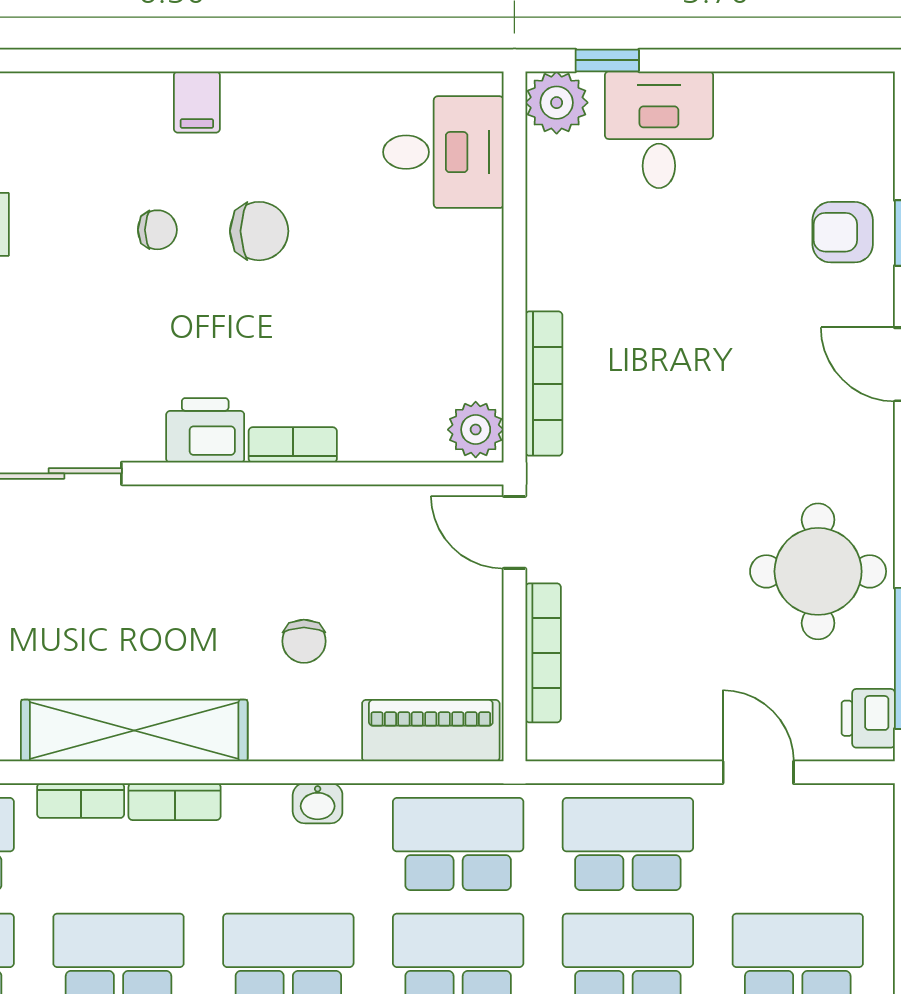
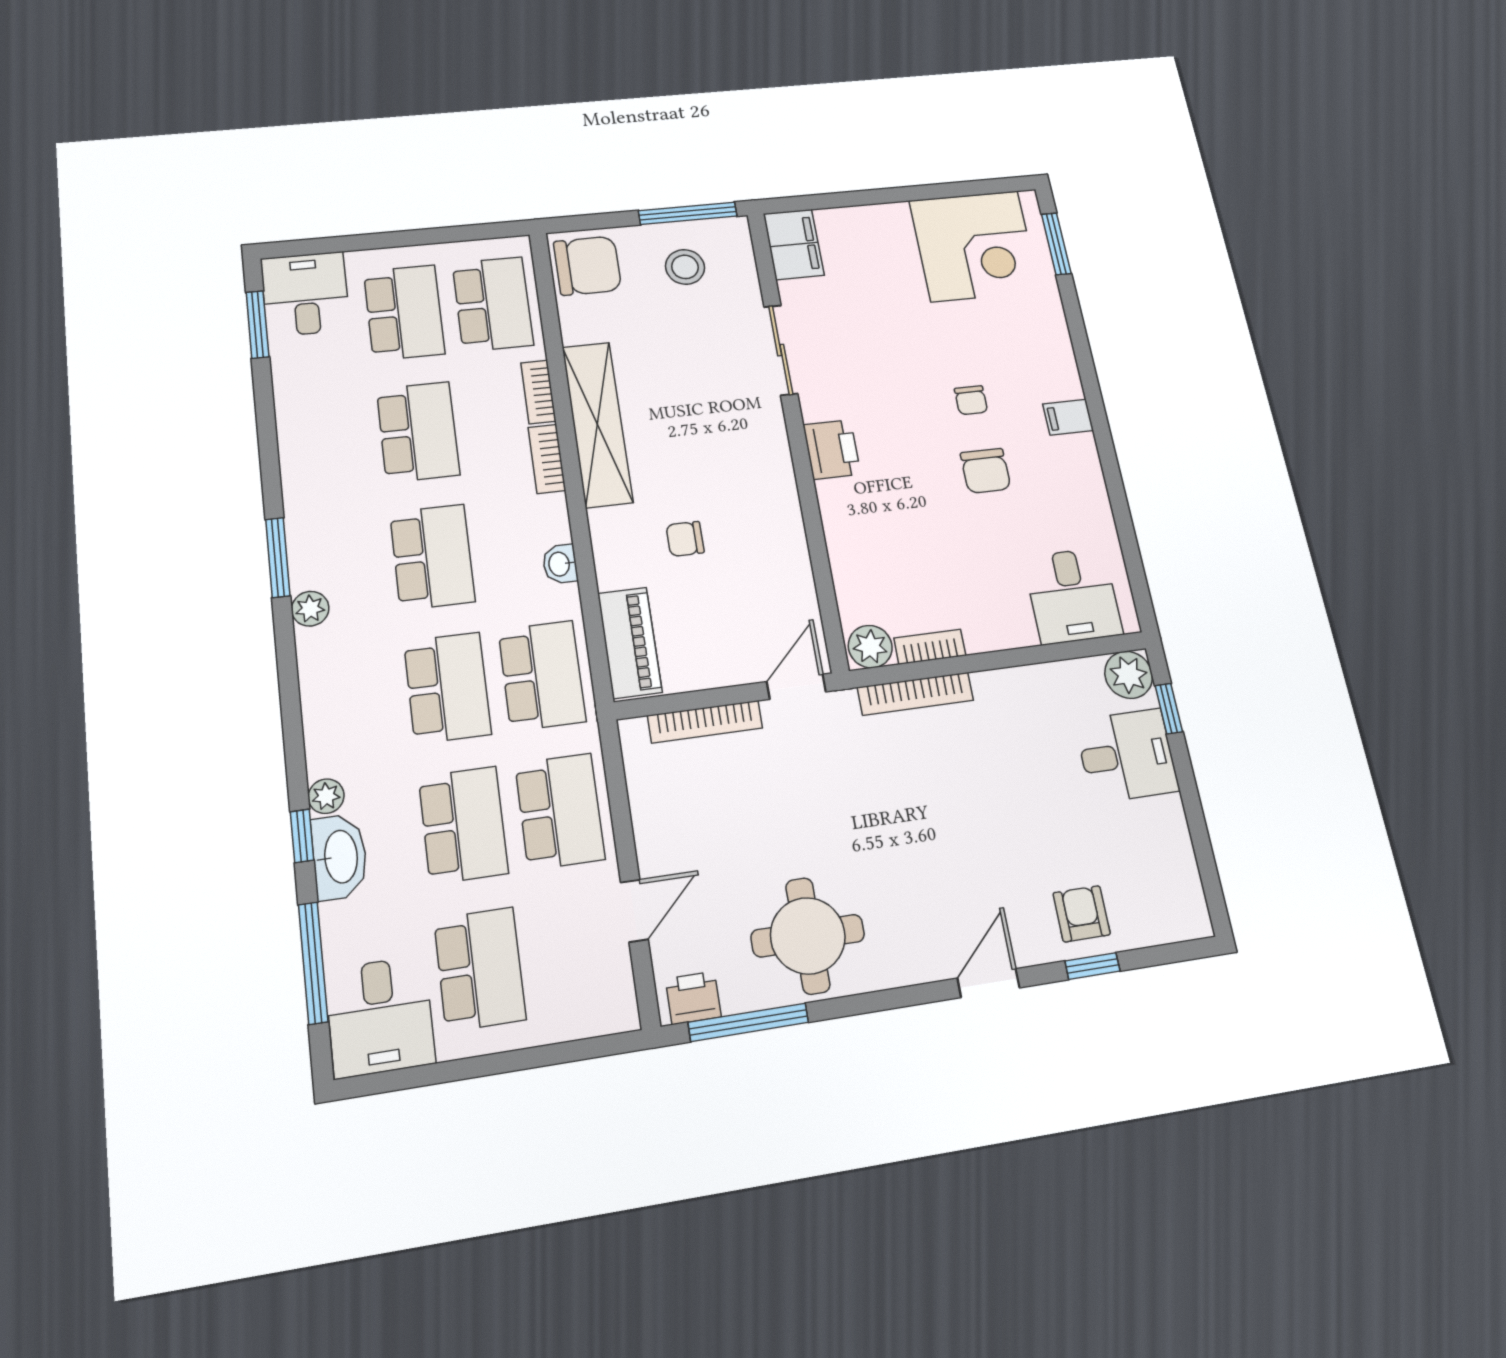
bookcase: (293, 445) -> (930, 647), moved, turned -90

